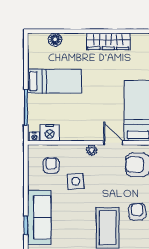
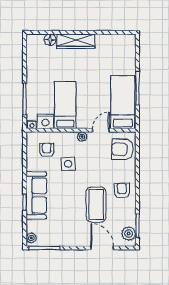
wardrobe: (108, 41) -> (76, 41), moved
bed: (55, 81) -> (65, 105), moved, turned -90
door: (113, 143) -> (101, 130), hinge flipped

